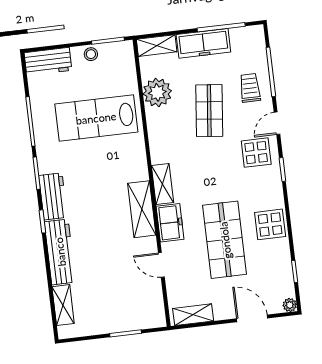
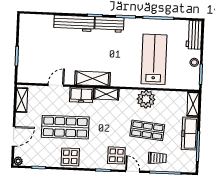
plant: (157, 92) -> (146, 99), moved
shelving: (63, 305) -> (41, 20), removed

